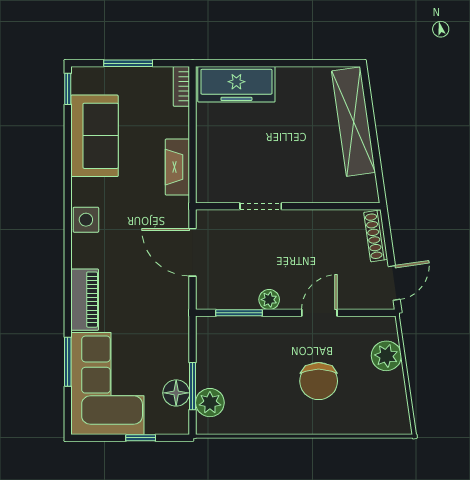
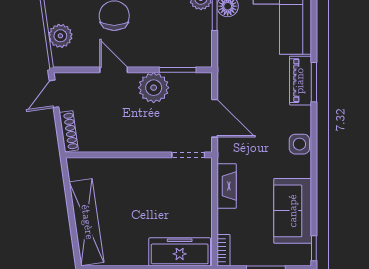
doorway: (261, 206) -> (188, 155), moved
plant: (269, 300) -> (154, 88), width x1.88, depth x1.88
door: (319, 313) -> (114, 70), swing flipped
window: (68, 362) -> (314, 82), moved

